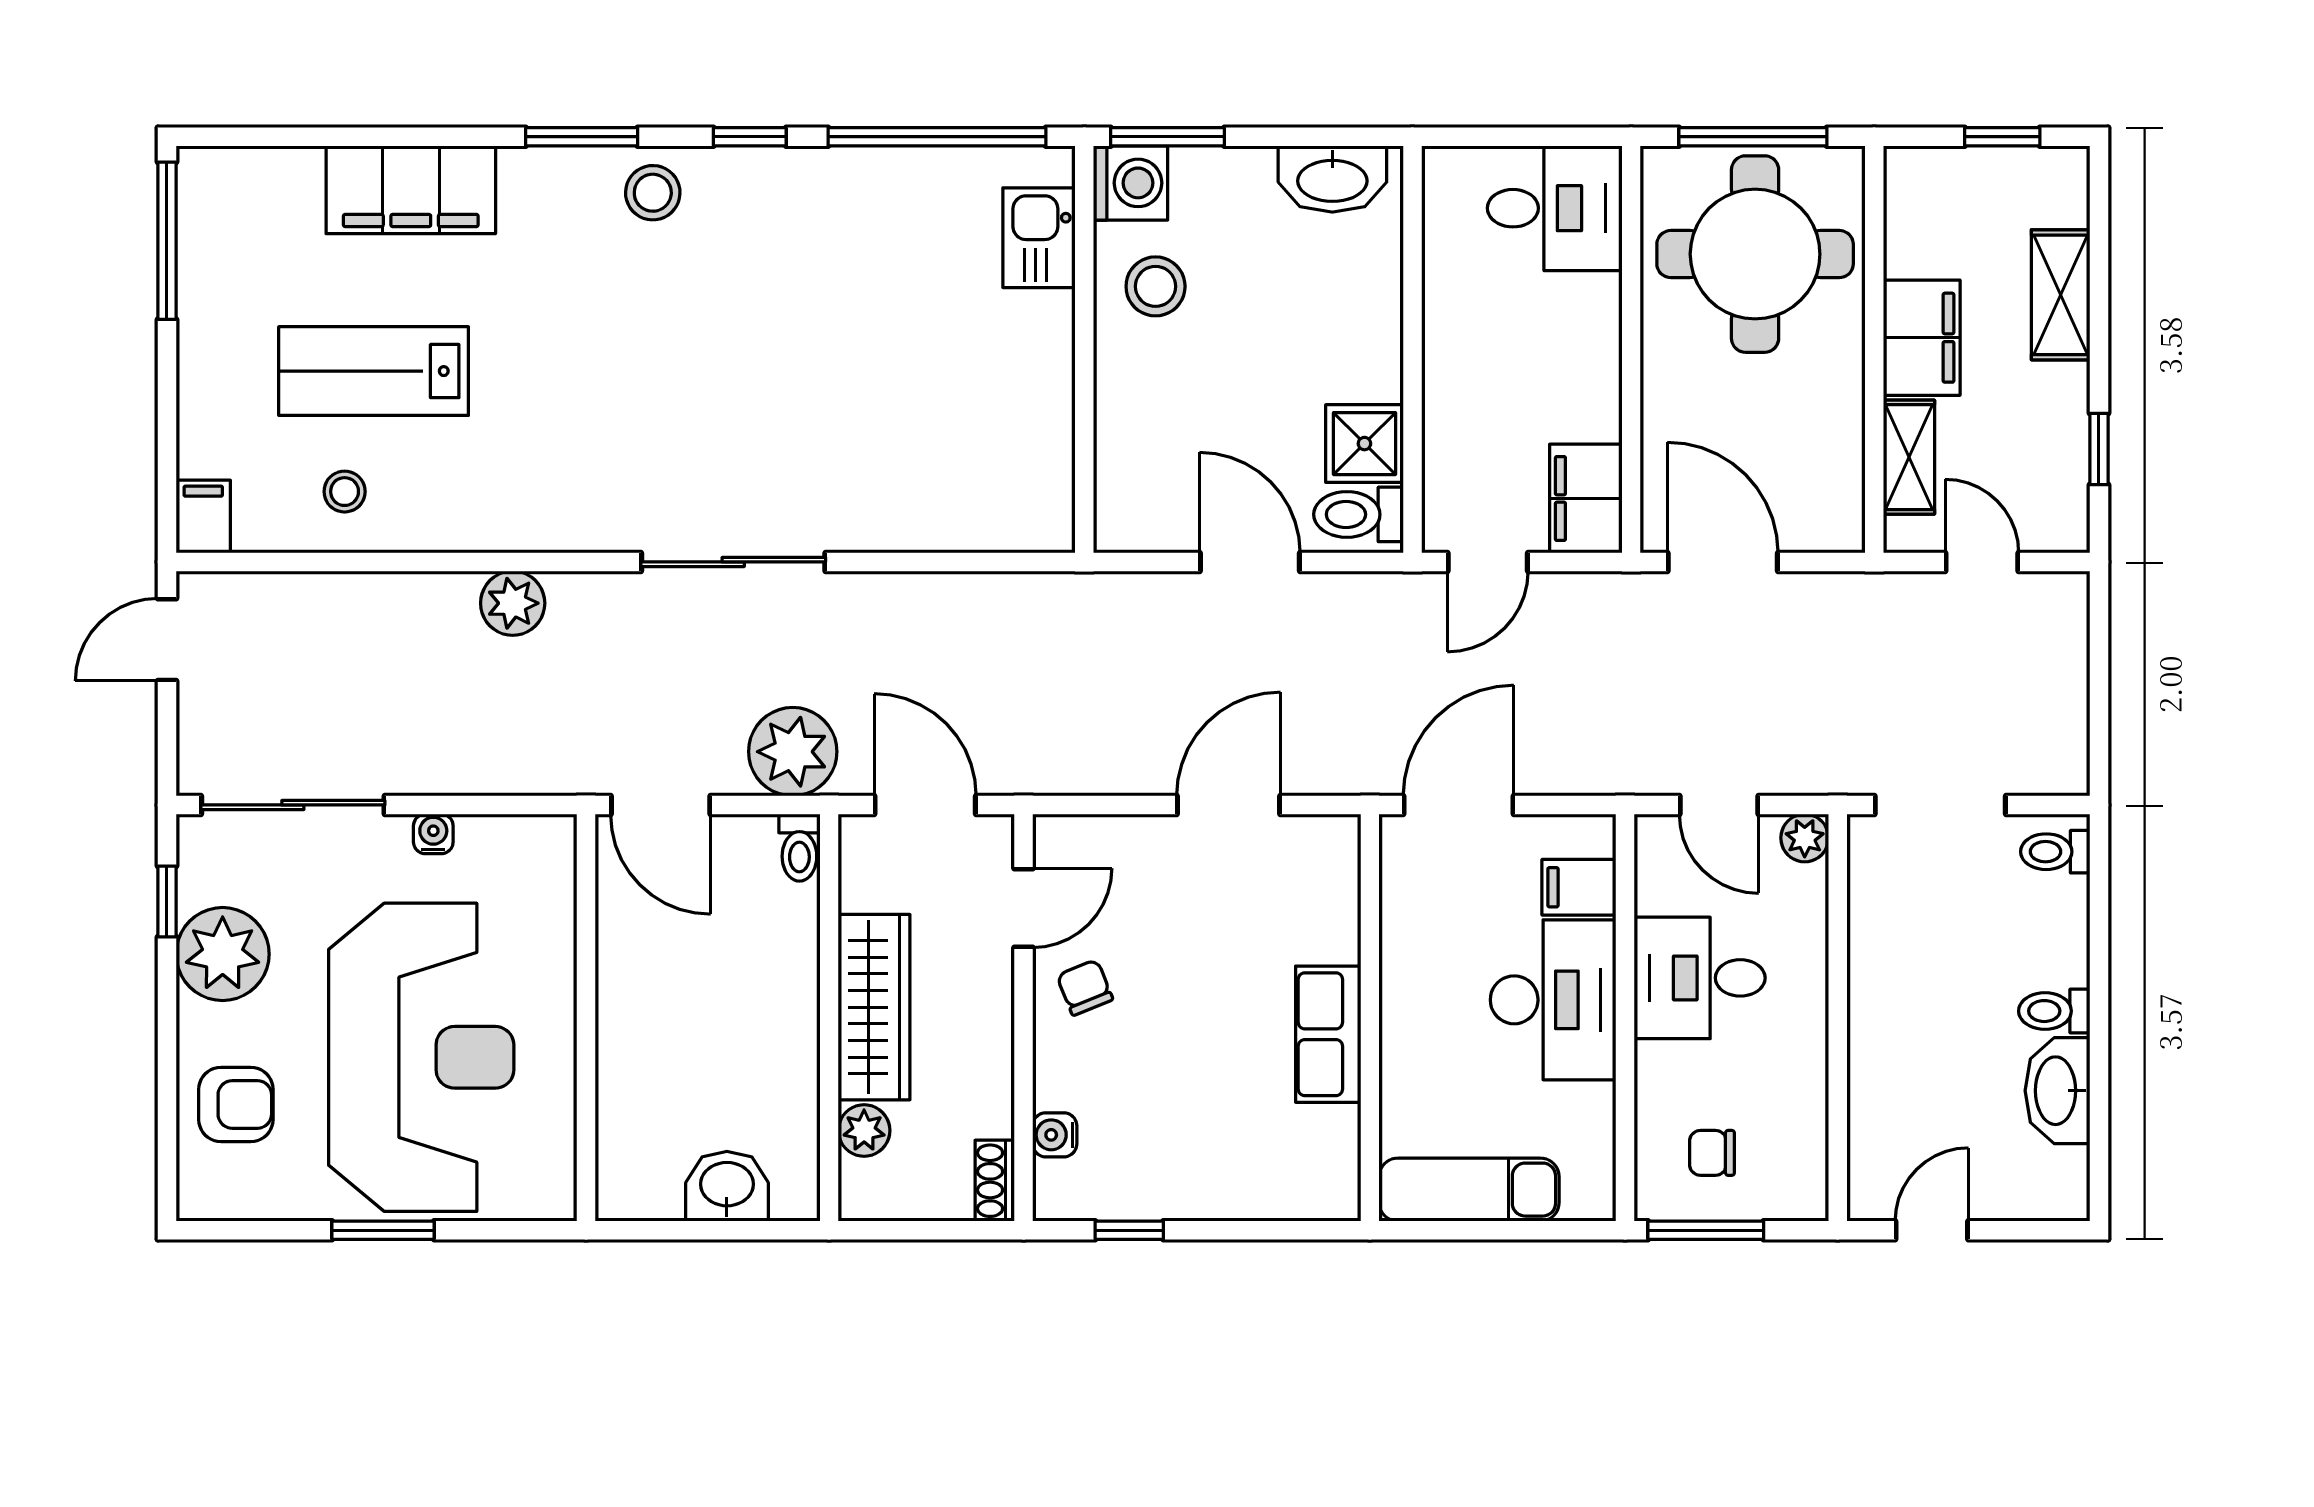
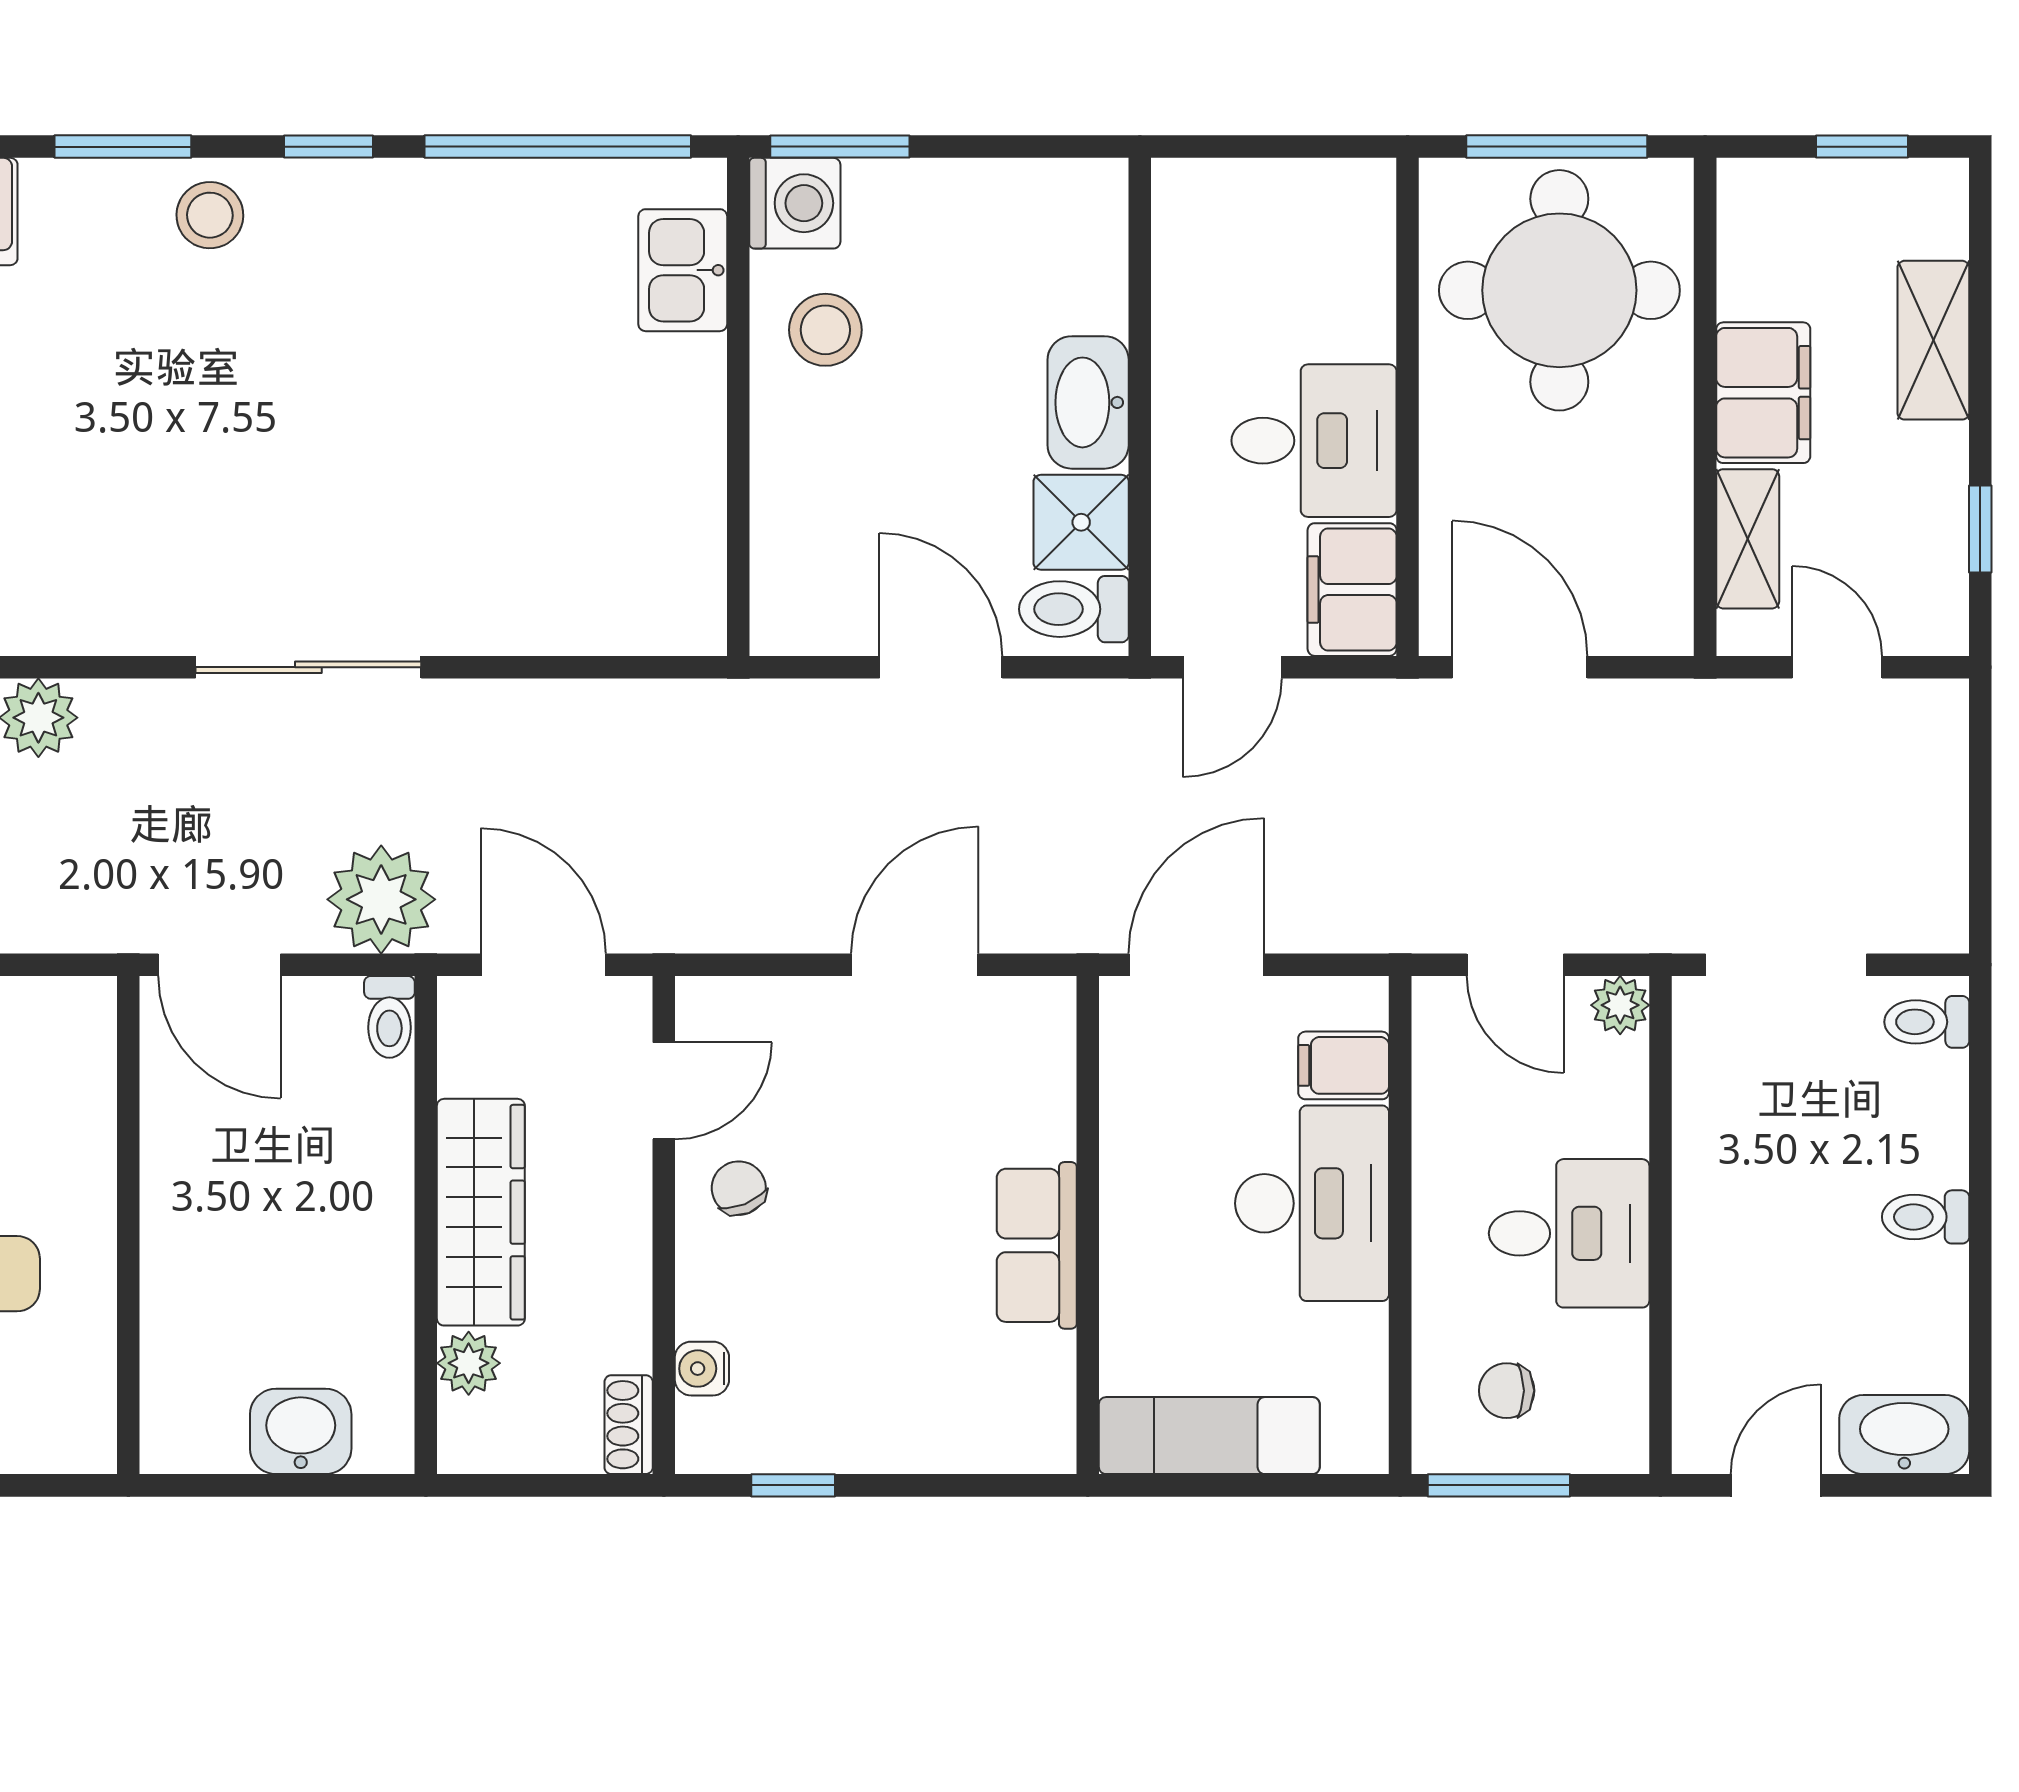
washbasin: (1332, 179) -> (1088, 402), moved, turned 90
desk: (1555, 208) -> (1314, 441), moved
desk: (1700, 978) -> (1569, 1233), moved, turned 180
washbasin: (2057, 1091) -> (1904, 1435), moved, turned 90

